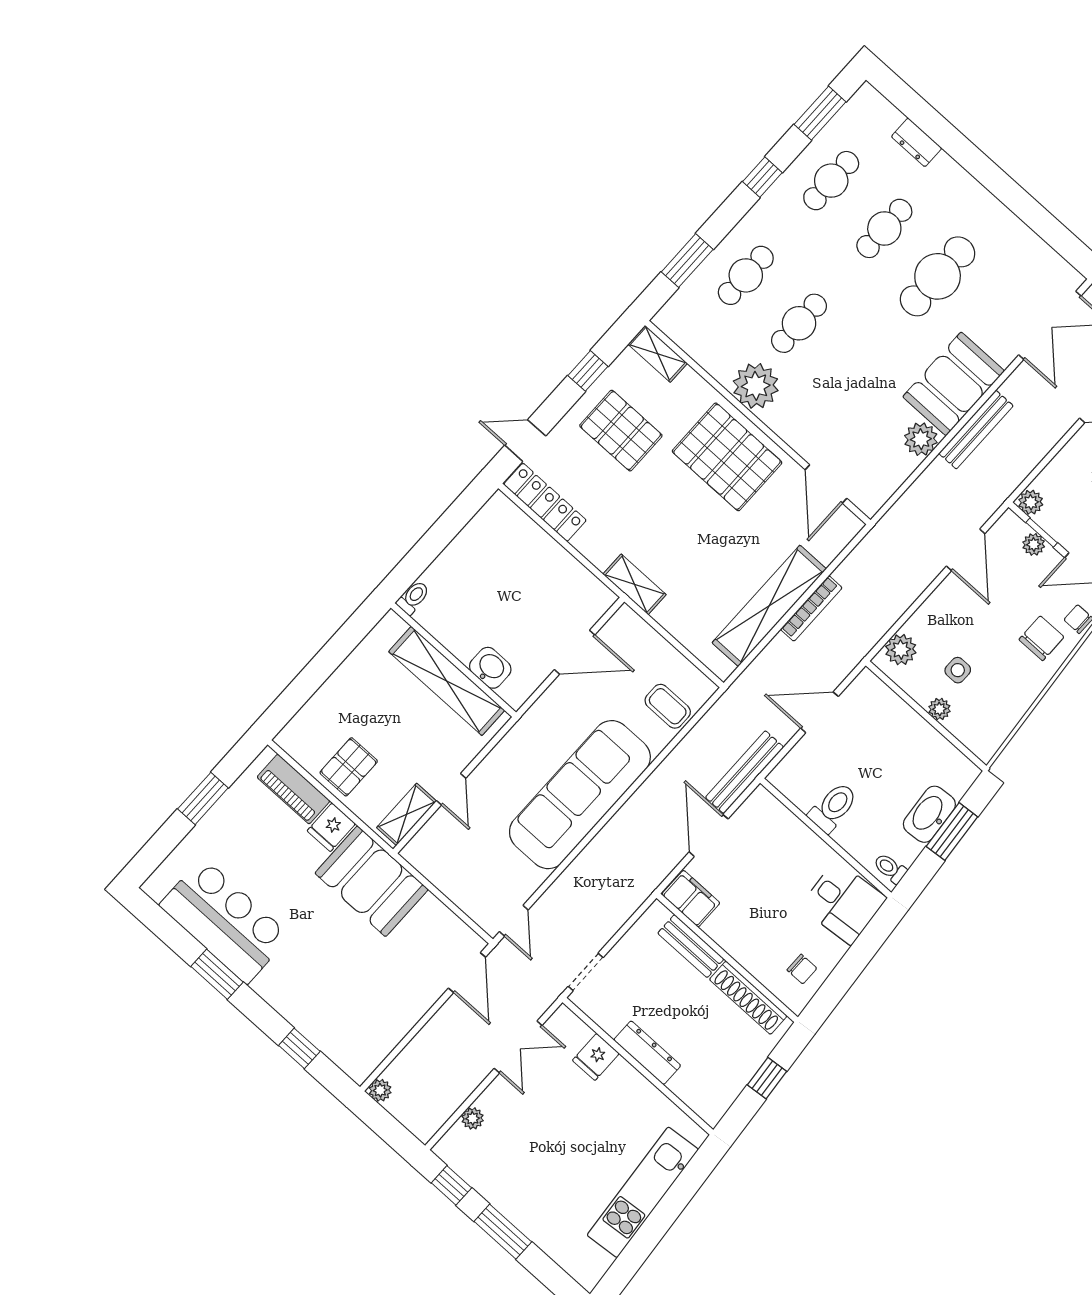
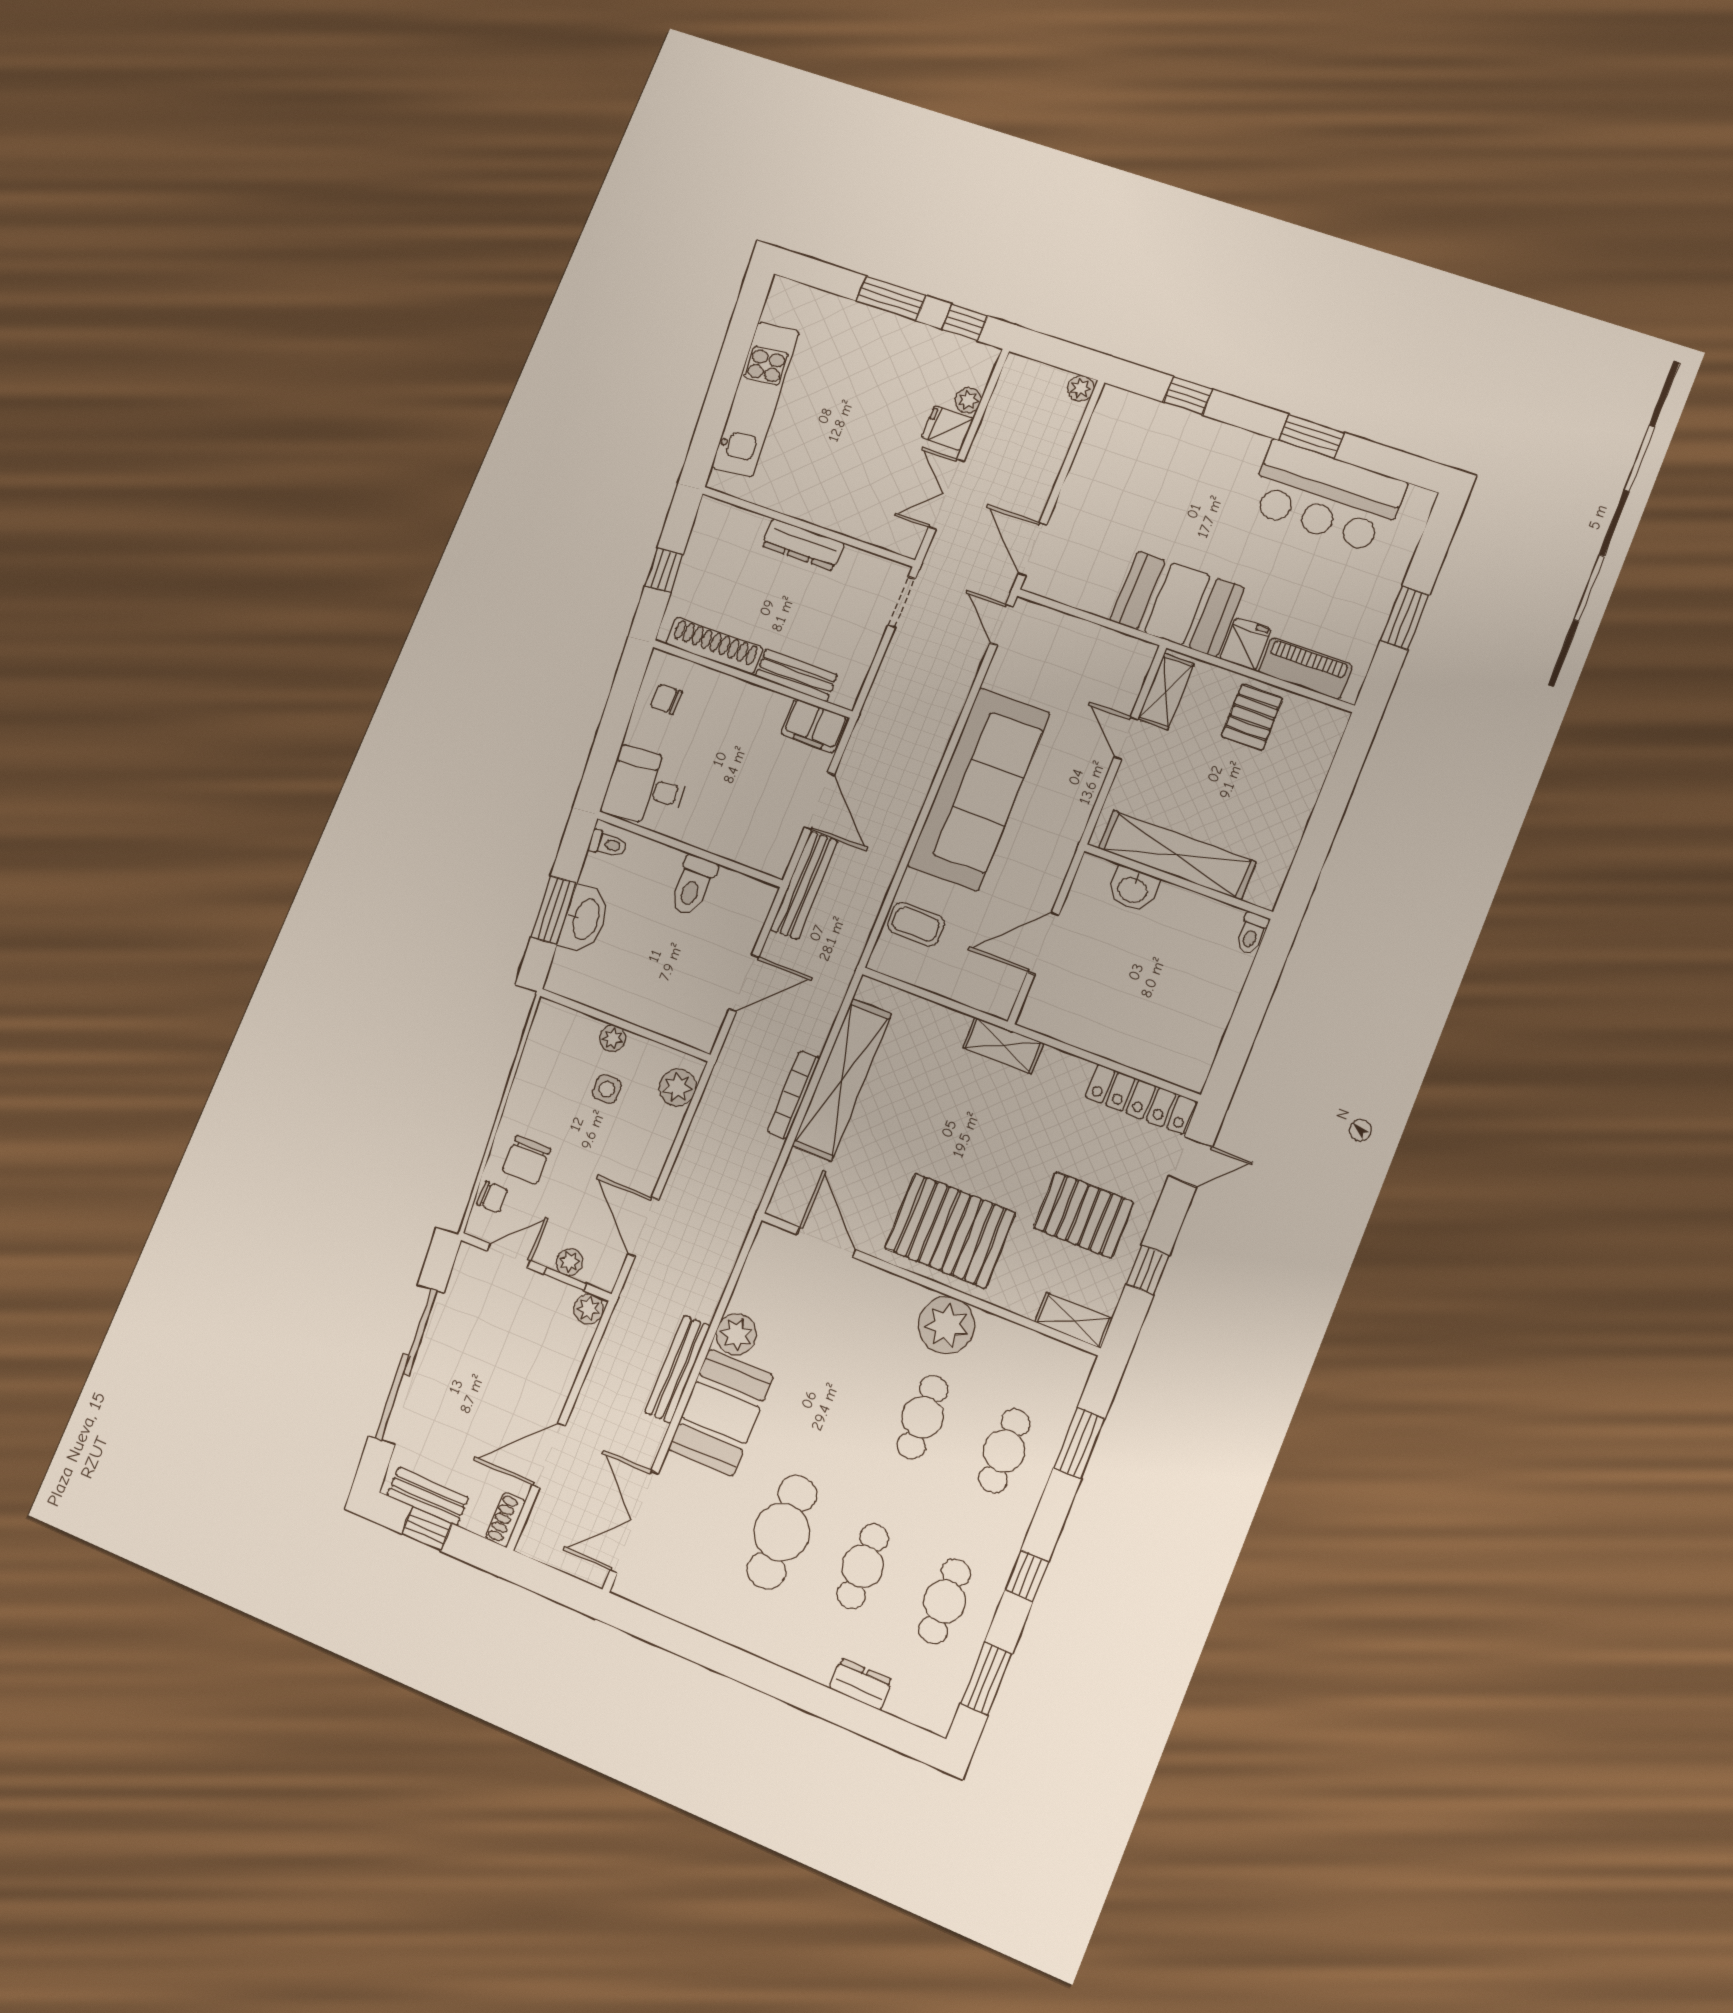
fridge: (596, 1057) -> (947, 428), moved, turned -90

